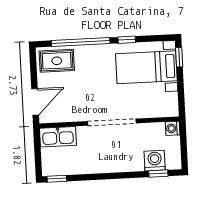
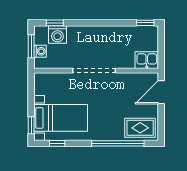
window: (127, 40) -> (57, 143), moved
washing machine: (173, 128) -> (40, 51), moved
kitchen sink: (58, 137) -> (147, 60), width x0.73
window: (184, 146) -> (31, 46), added

